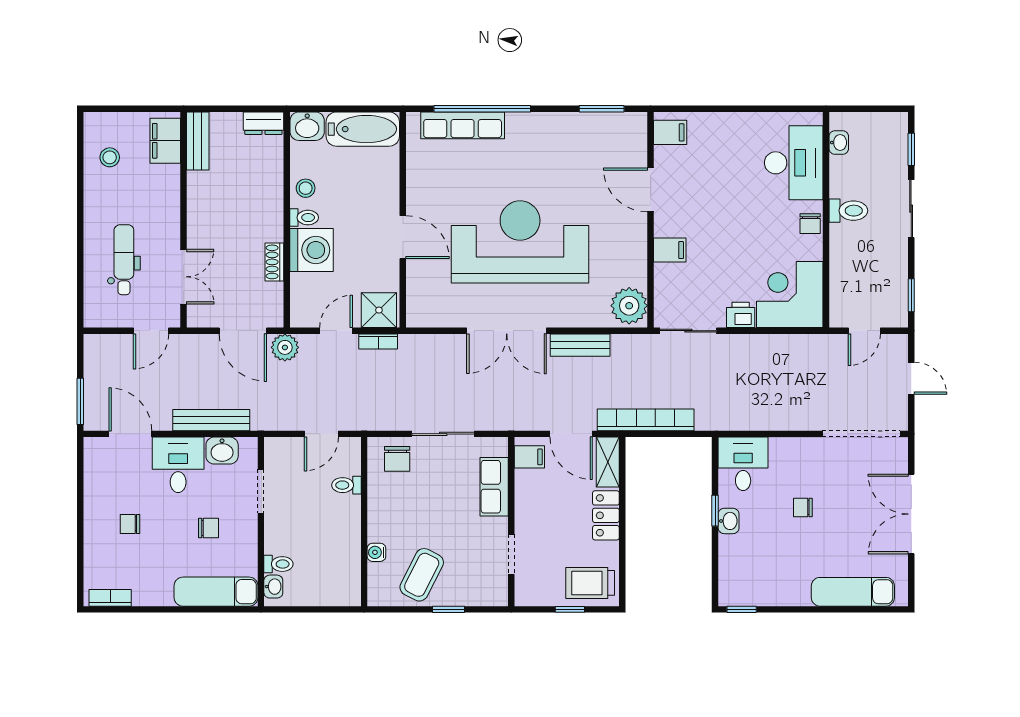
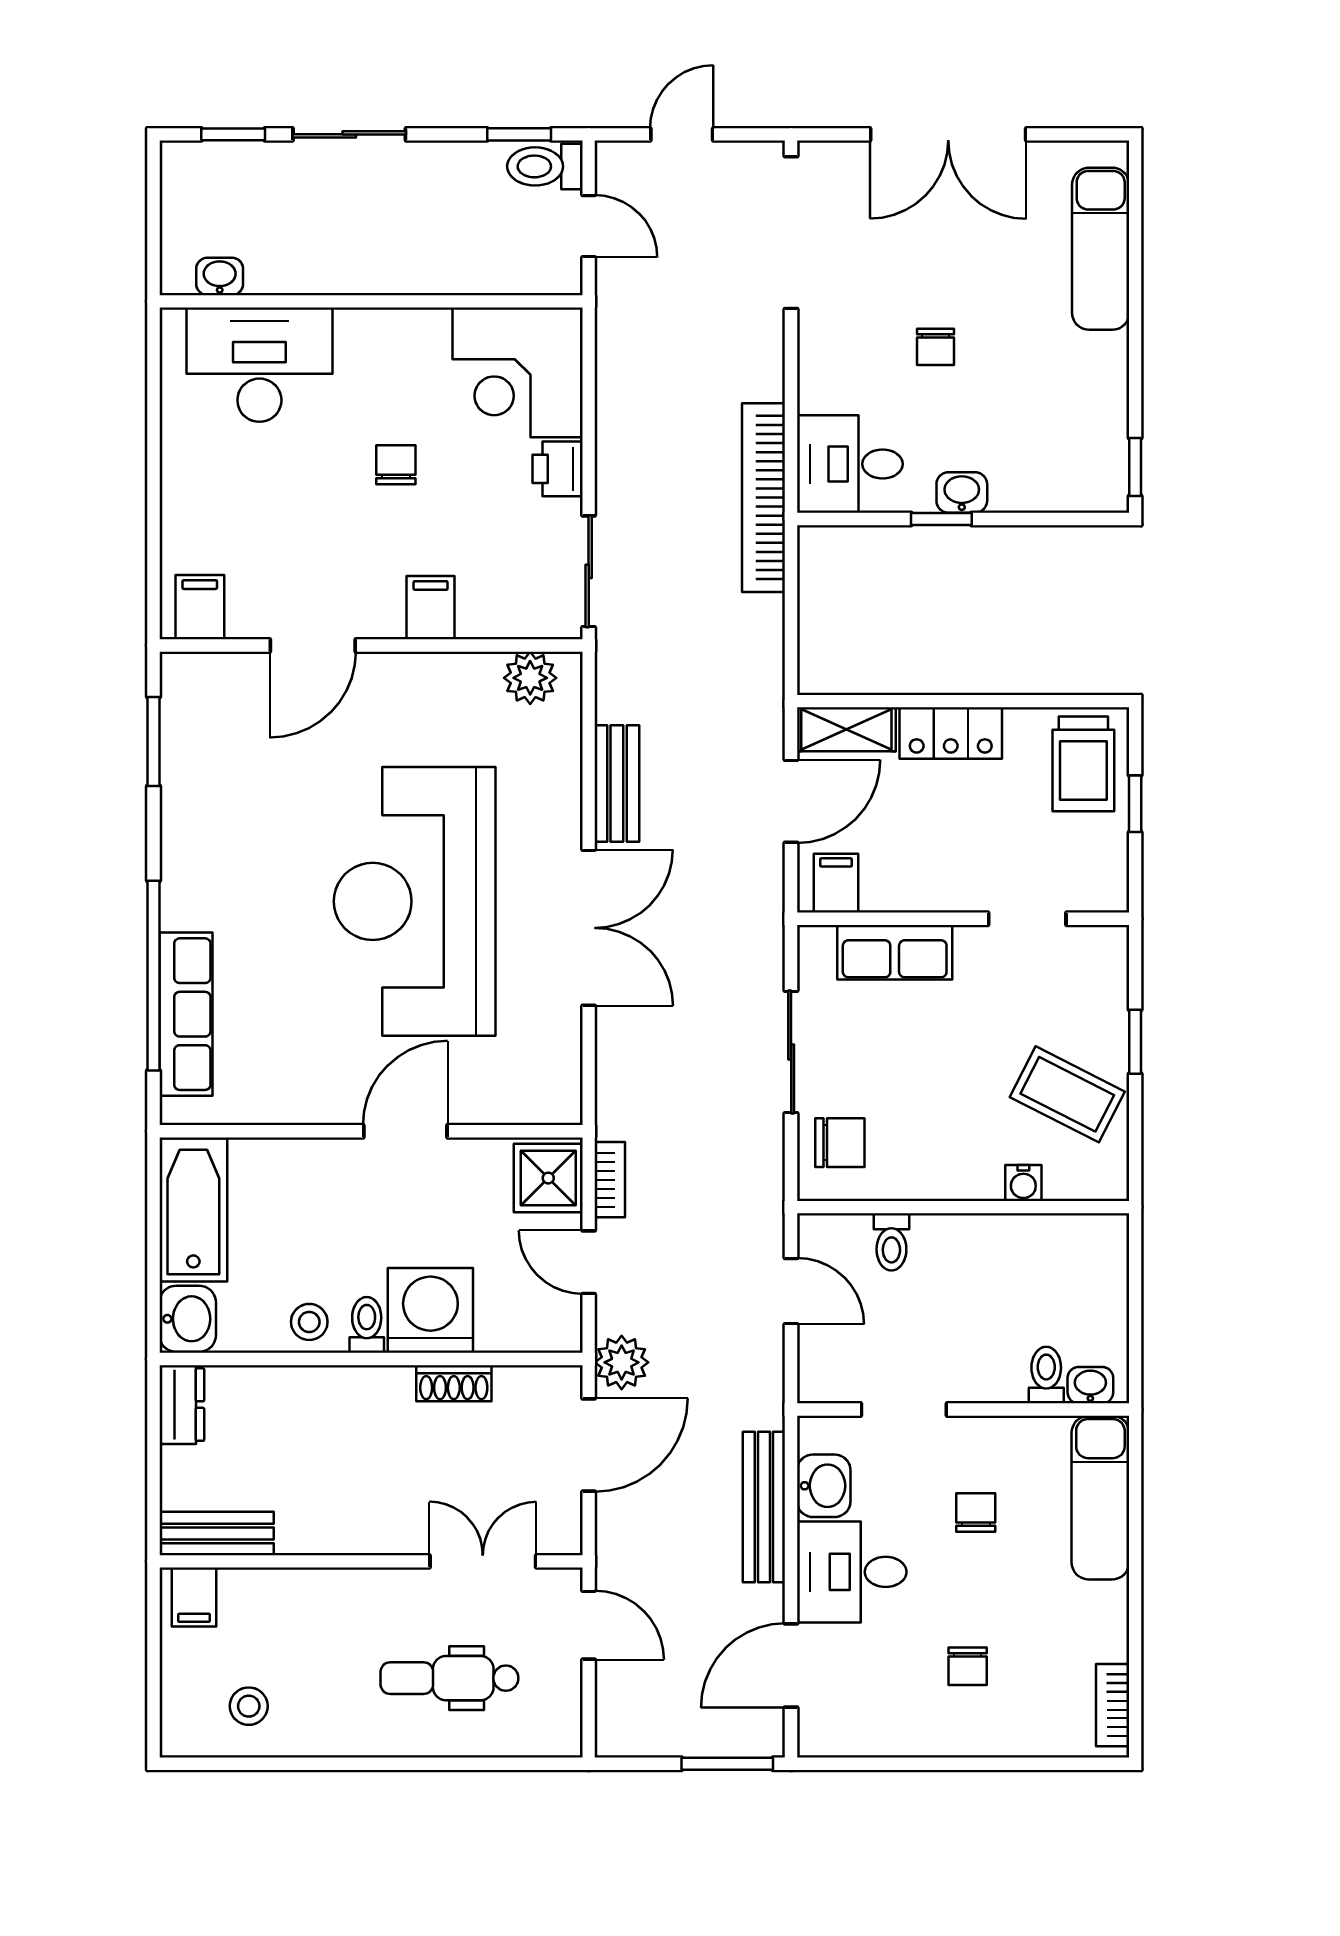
filing cabinet: (165, 141) -> (194, 1597), width x0.50
toilet: (848, 211) -> (545, 166), moved, turned -90
chair: (810, 224) -> (396, 465), moved, turned -90
plant: (629, 306) -> (530, 678), width x0.73, depth x0.73
bookcase: (646, 420) -> (764, 498), moved

